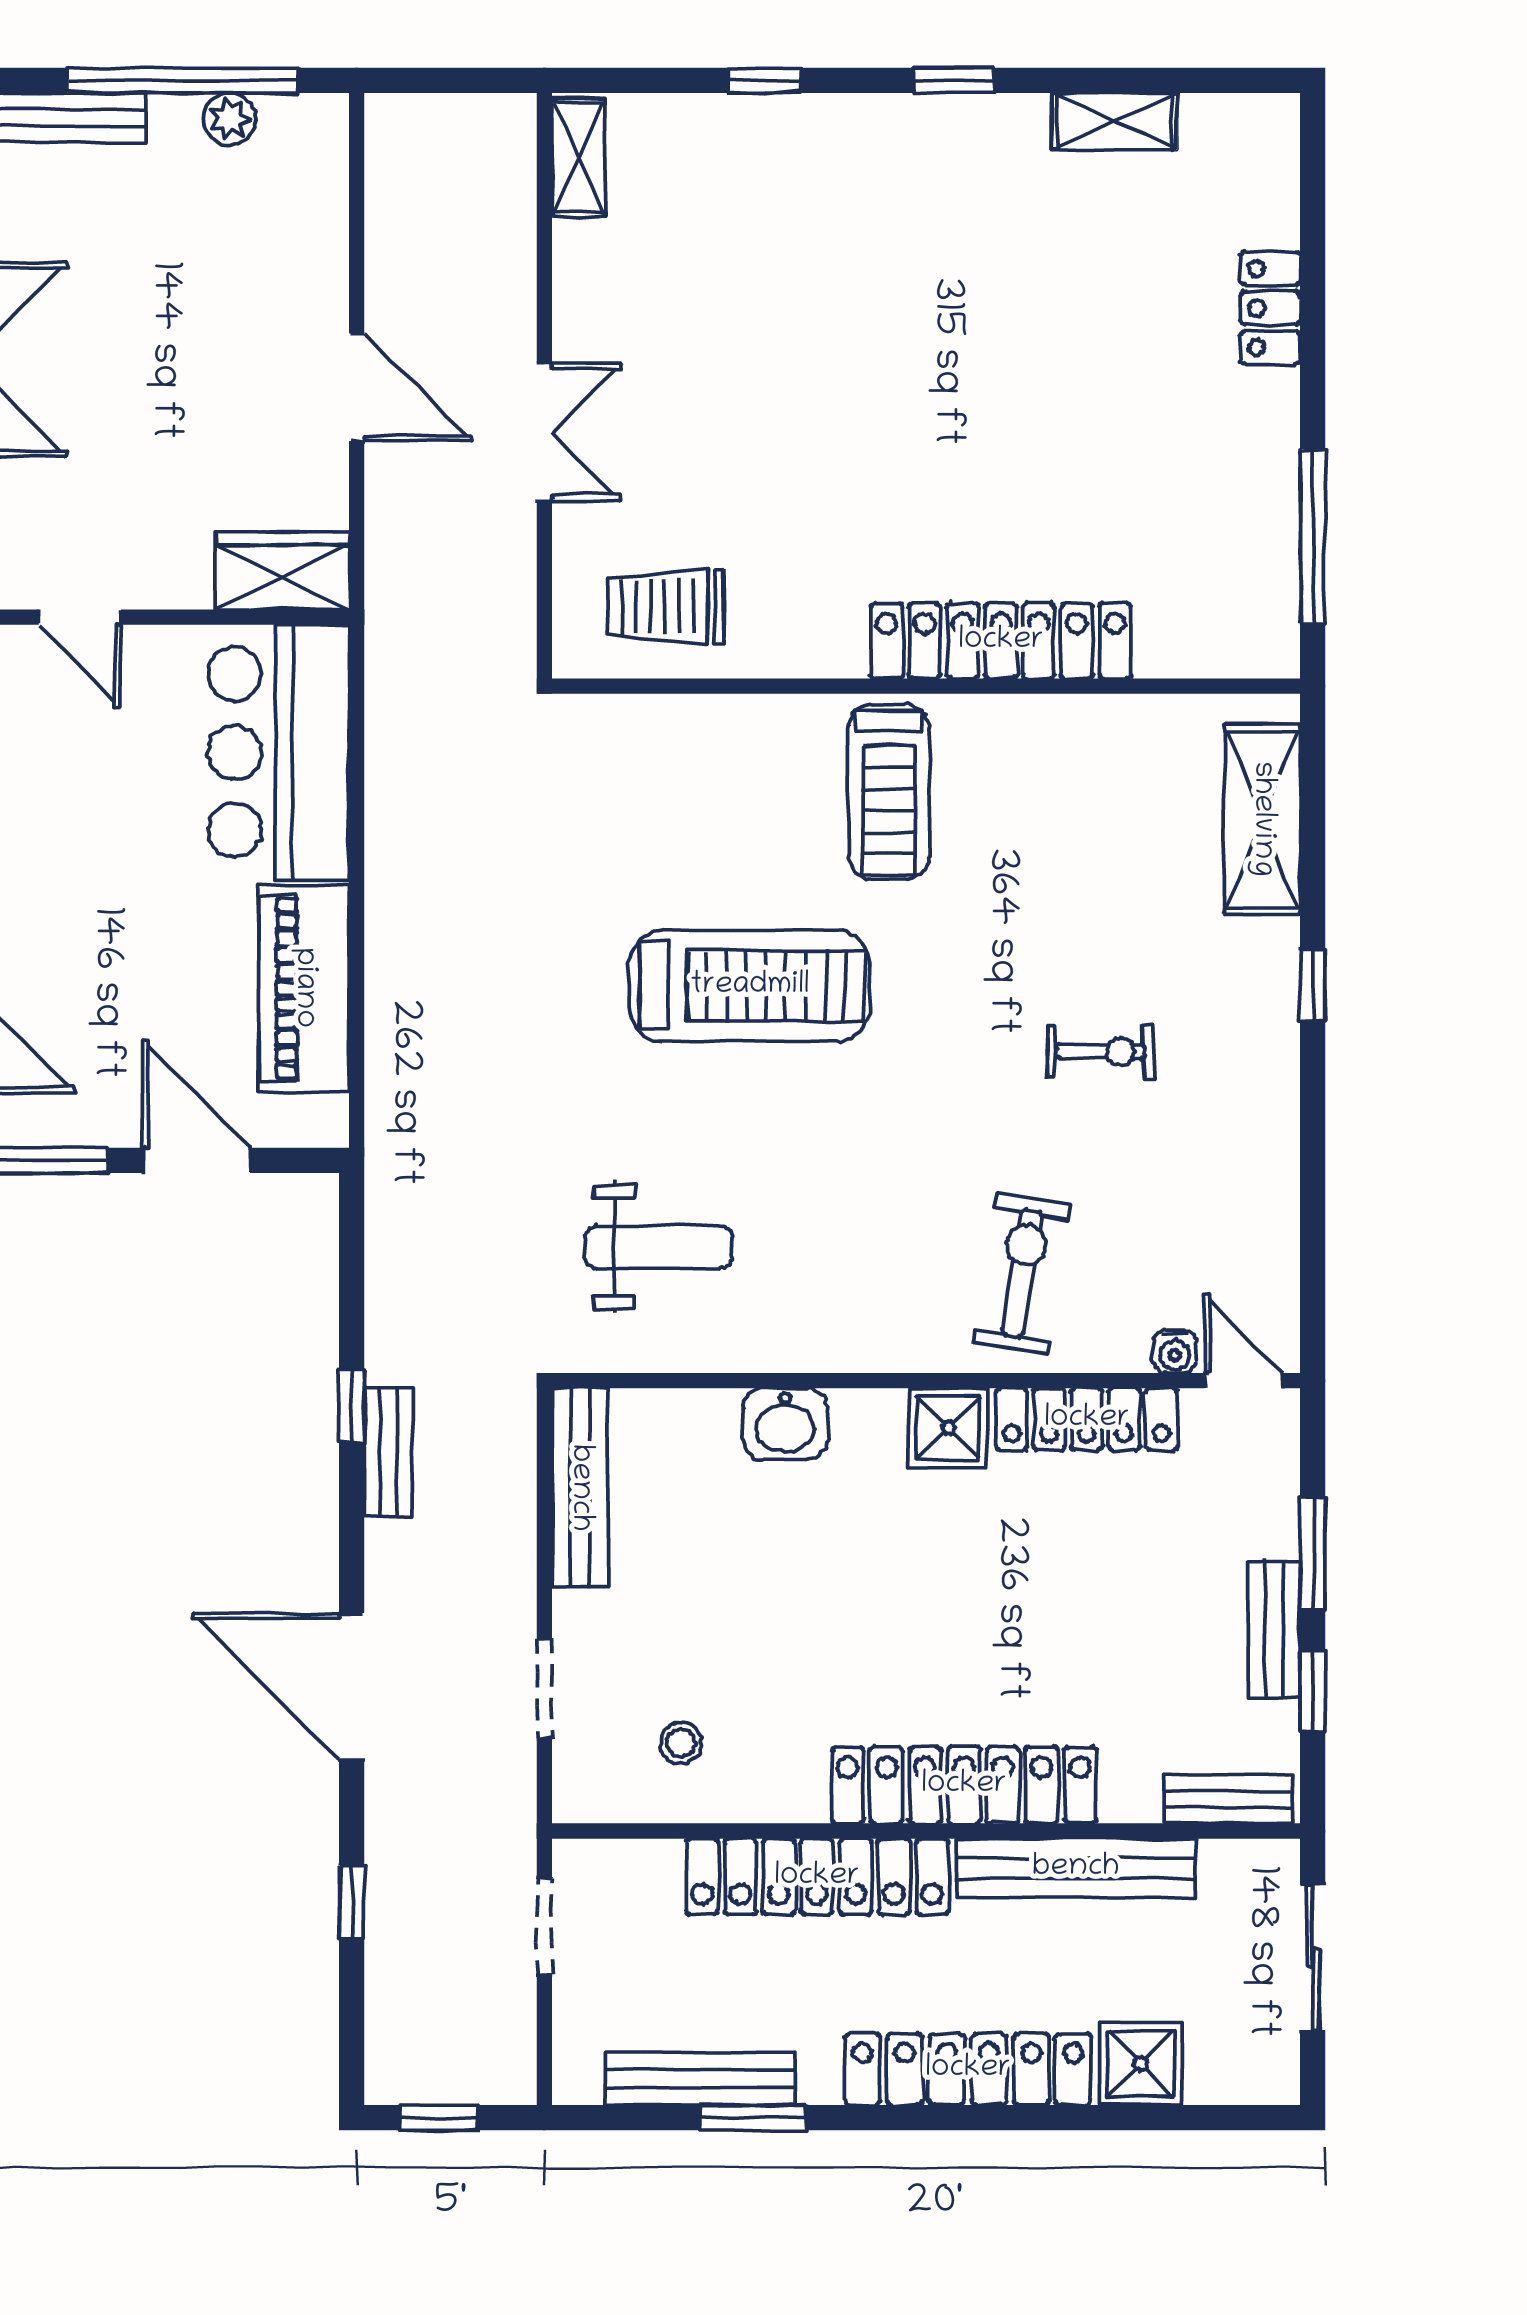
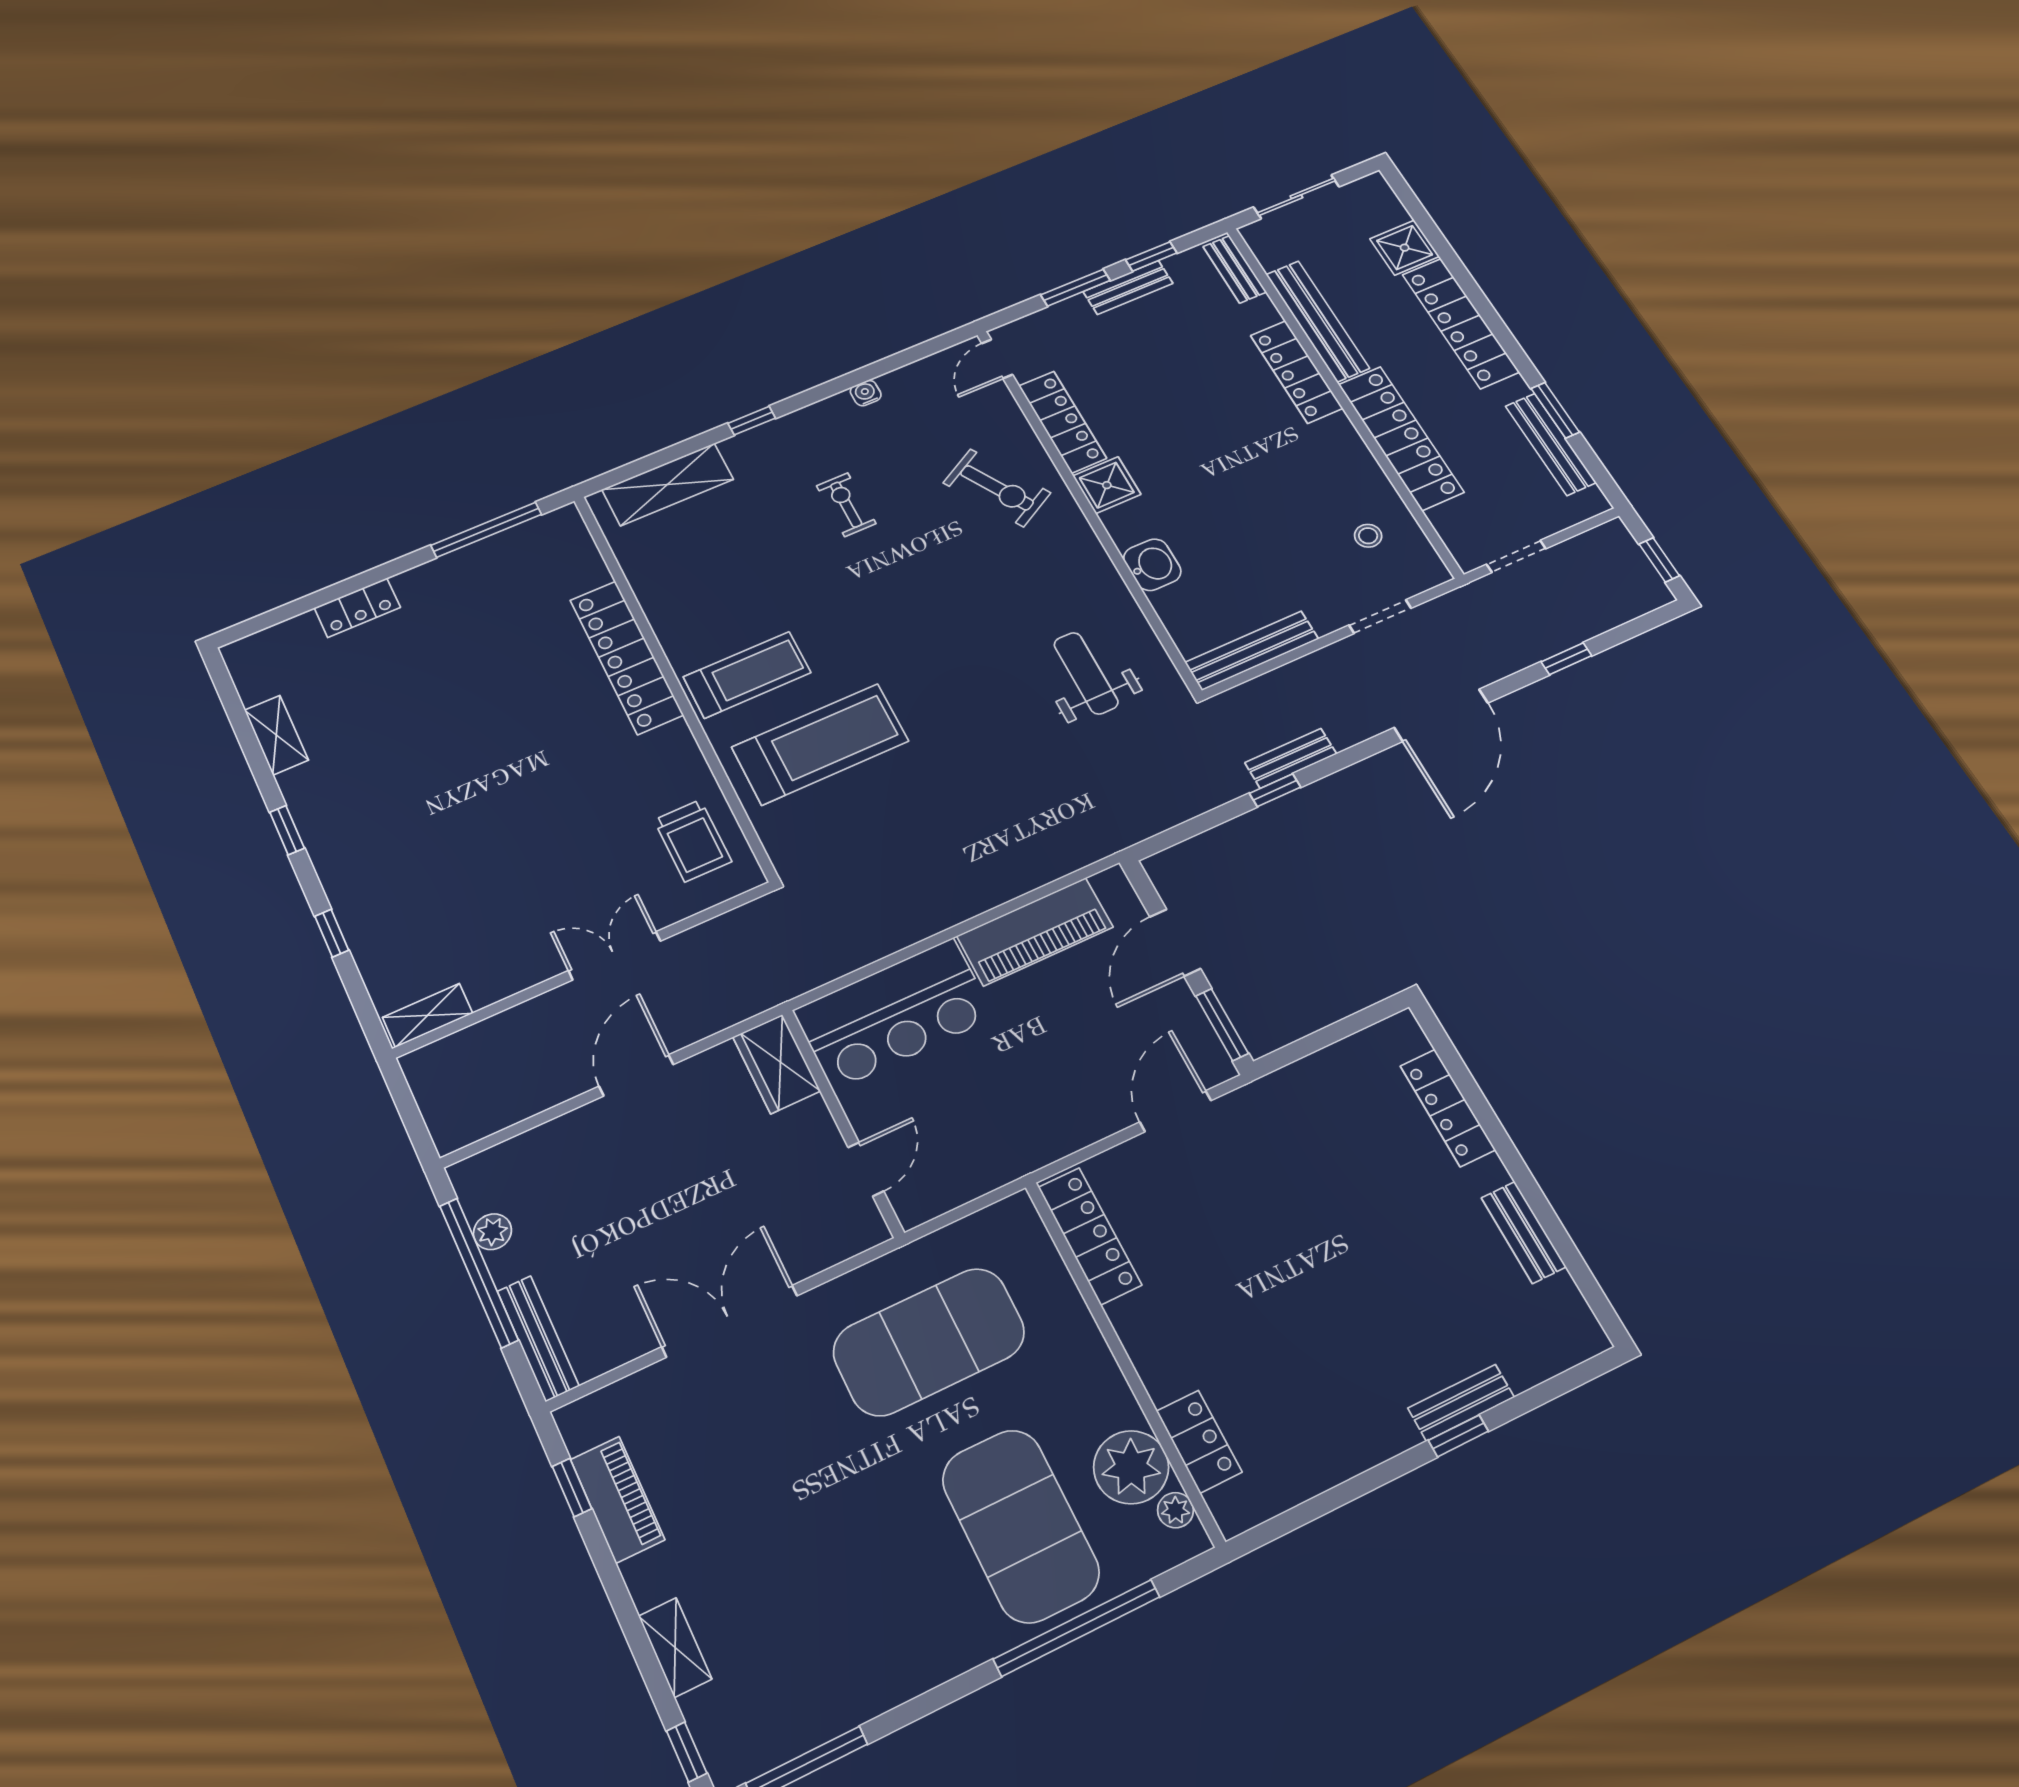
treadmill: (750, 986) -> (820, 744), moved, turned 90
exercise bike: (1022, 1273) -> (997, 488), turned -129
water cooler: (1175, 1352) -> (866, 393), moved, turned -90
locker: (964, 1785) -> (1297, 372), width x0.71, depth x0.83

